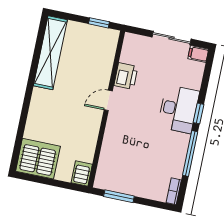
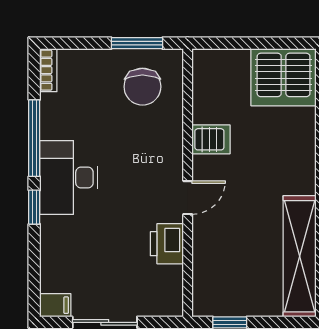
desk: (178, 109) -> (69, 178), moved
chair: (121, 170) -> (142, 87), added
server rack: (82, 173) -> (211, 139), moved, turned -90

